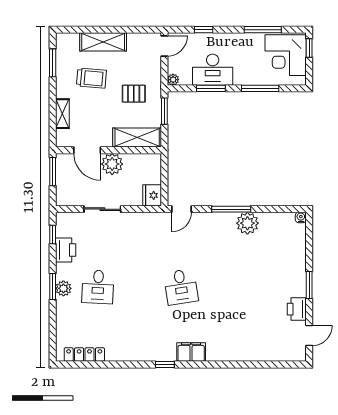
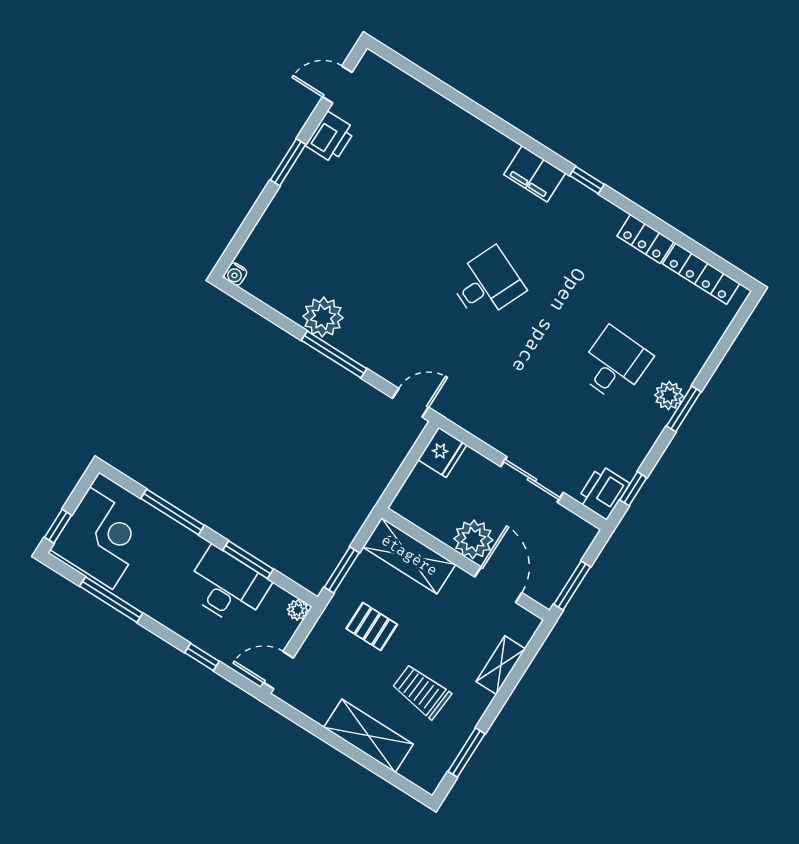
printer: (66, 250) -> (603, 492), moved
desk: (181, 287) -> (487, 284), turned 33
locker: (120, 354) -> (645, 239), added

